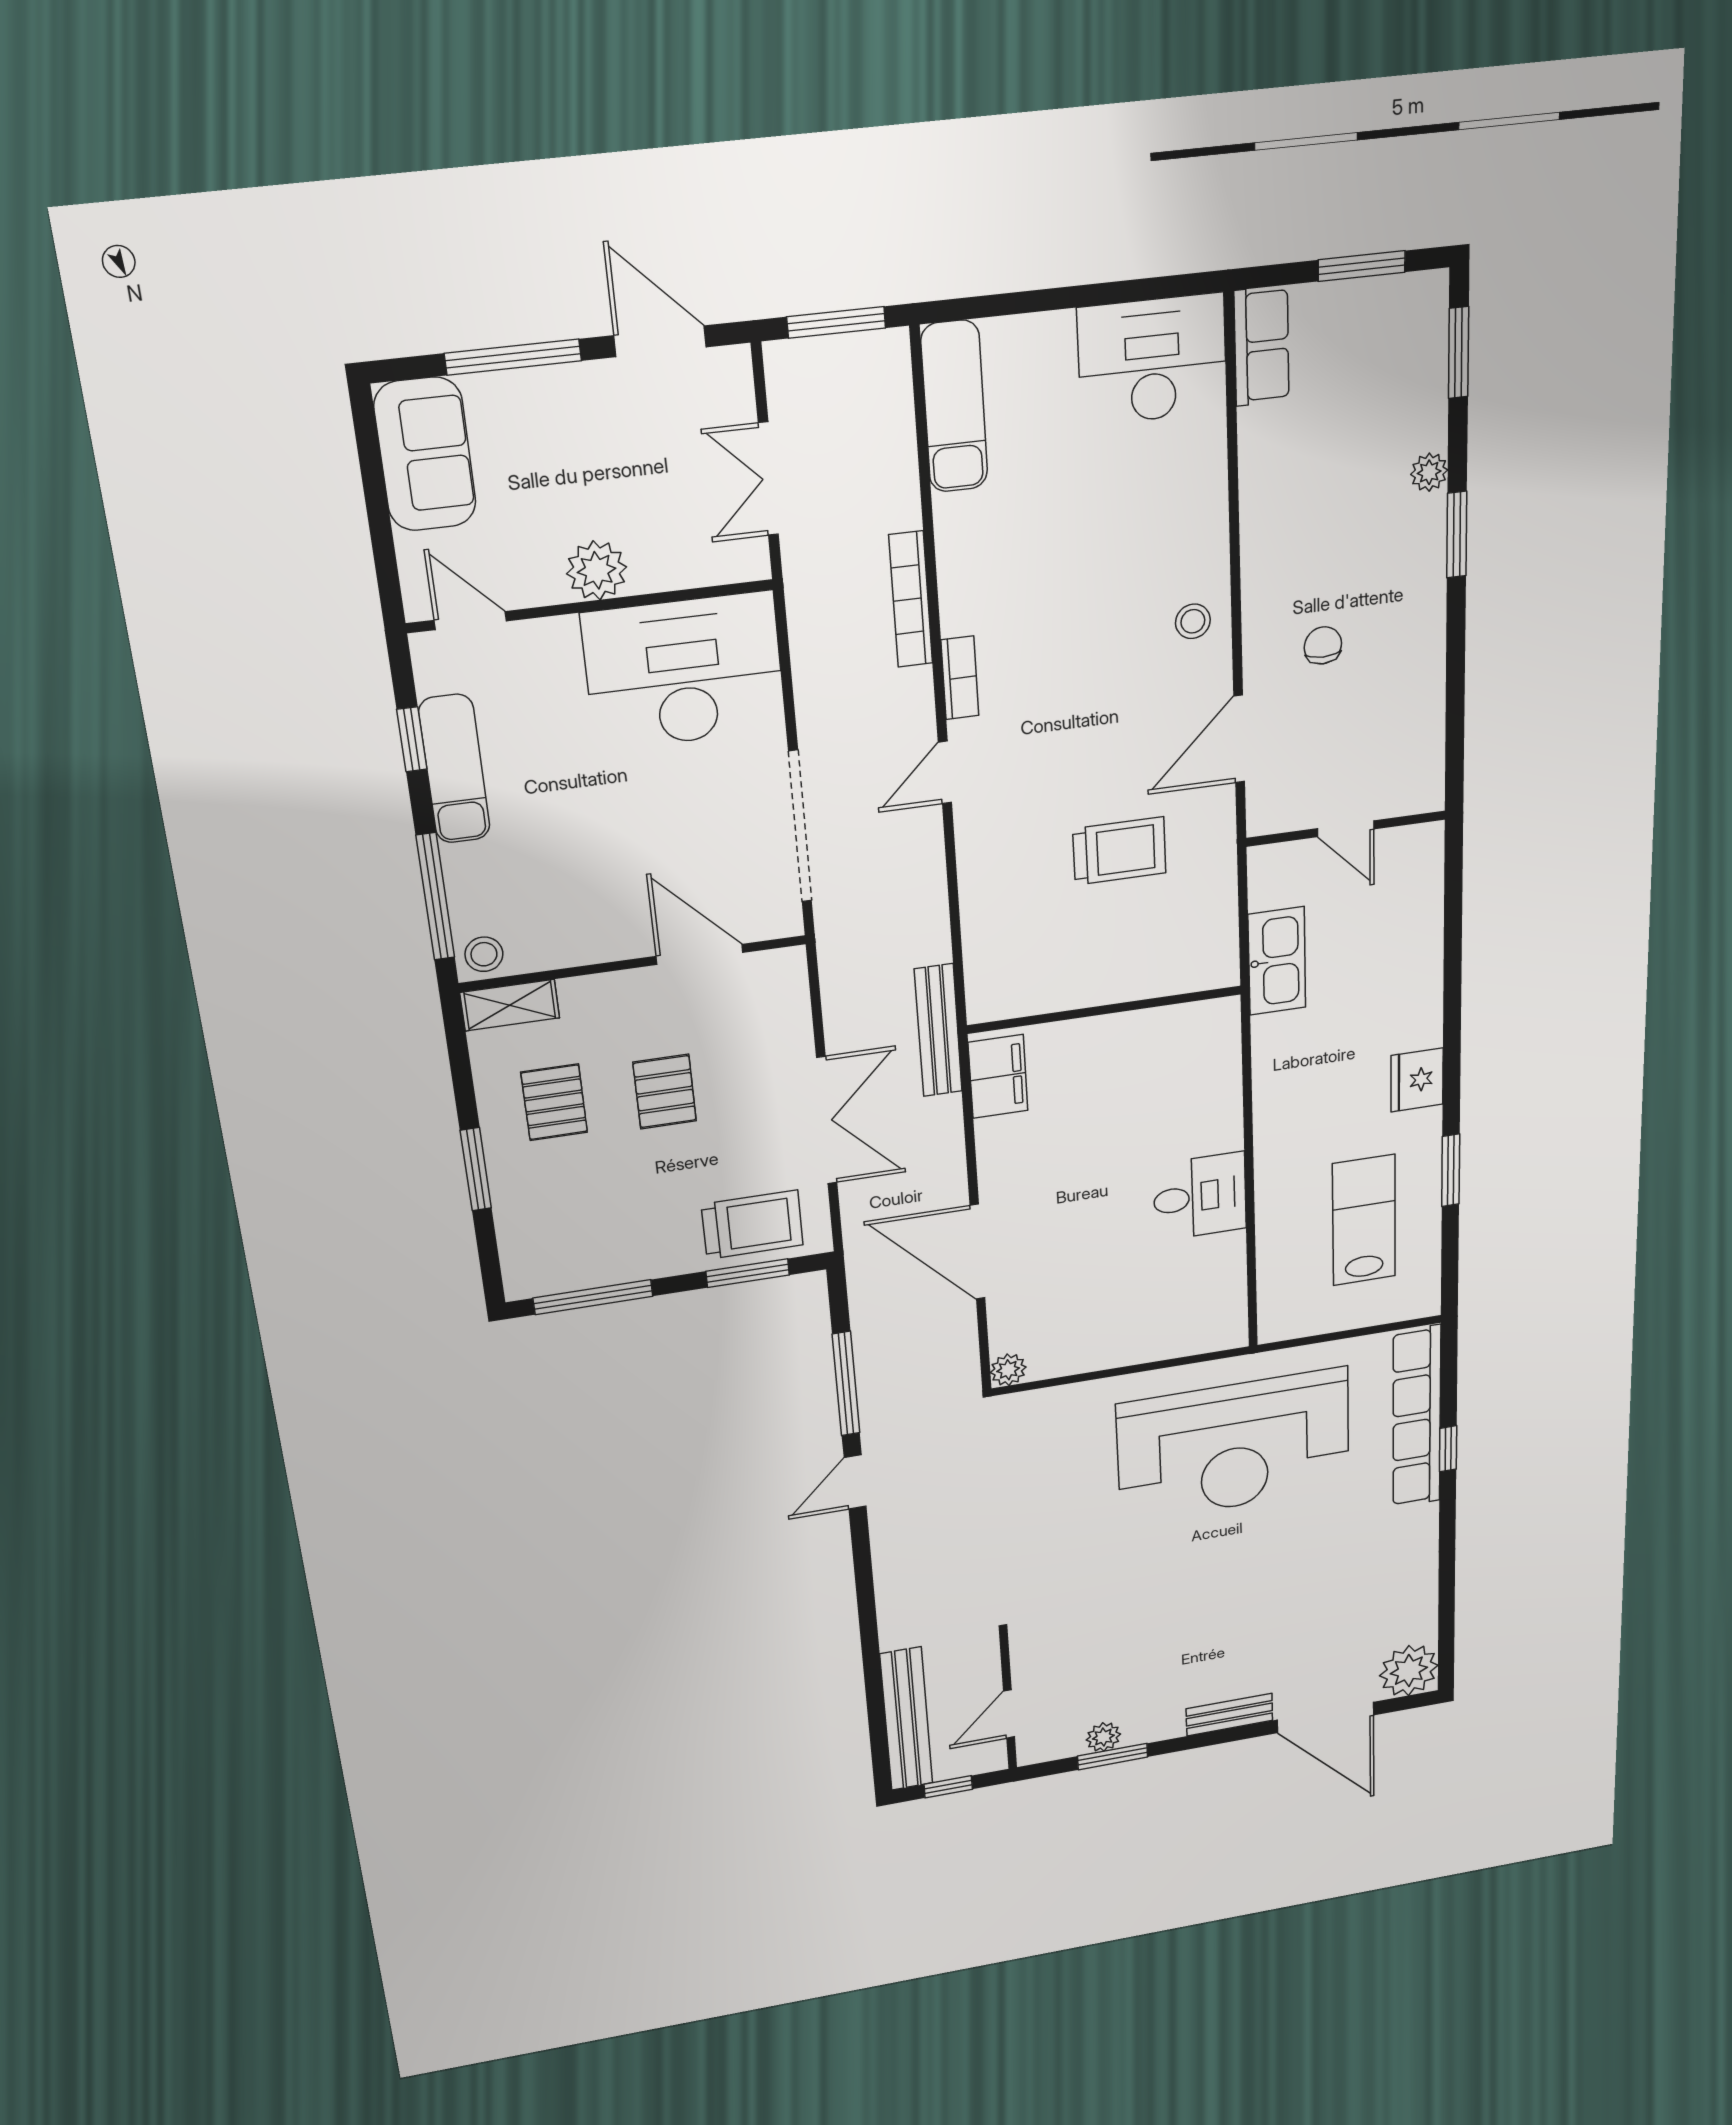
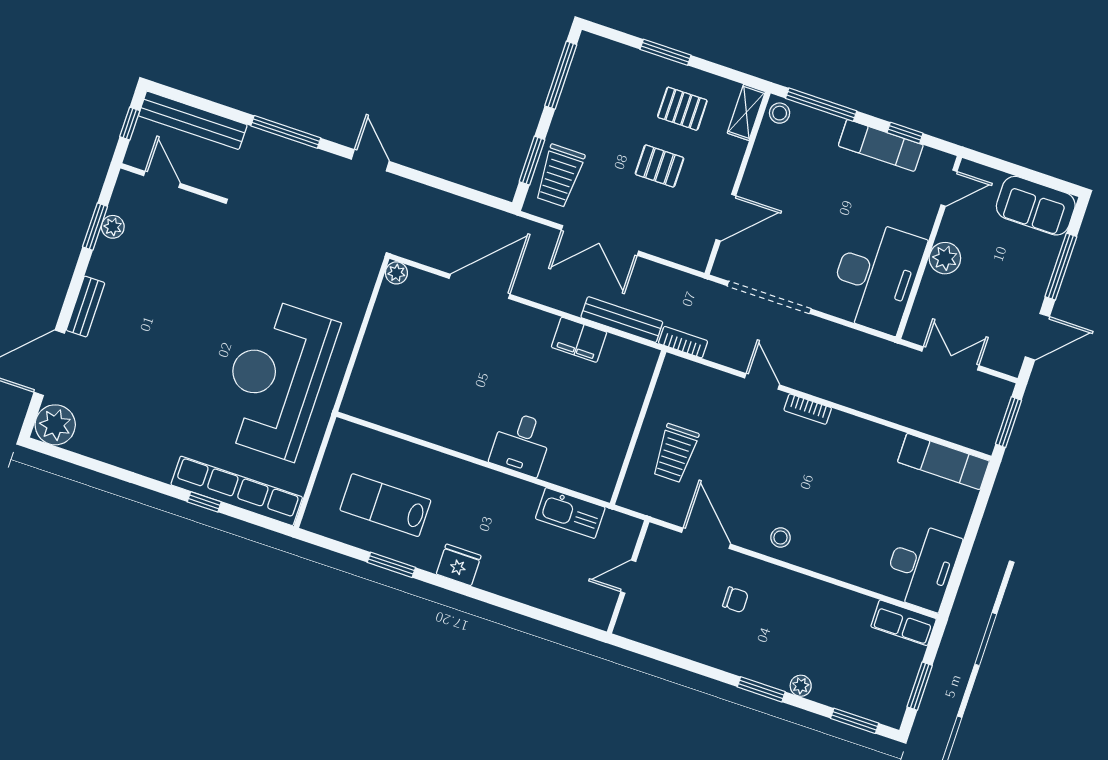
bookcase: (911, 599) -> (683, 342), moved, width x0.64
wall: (1105, 1010) -> (638, 428), moved
desk: (1200, 1196) -> (521, 444), moved
lab bench: (1364, 1220) -> (385, 505), turned 180
window: (846, 1384) -> (286, 132), moved

